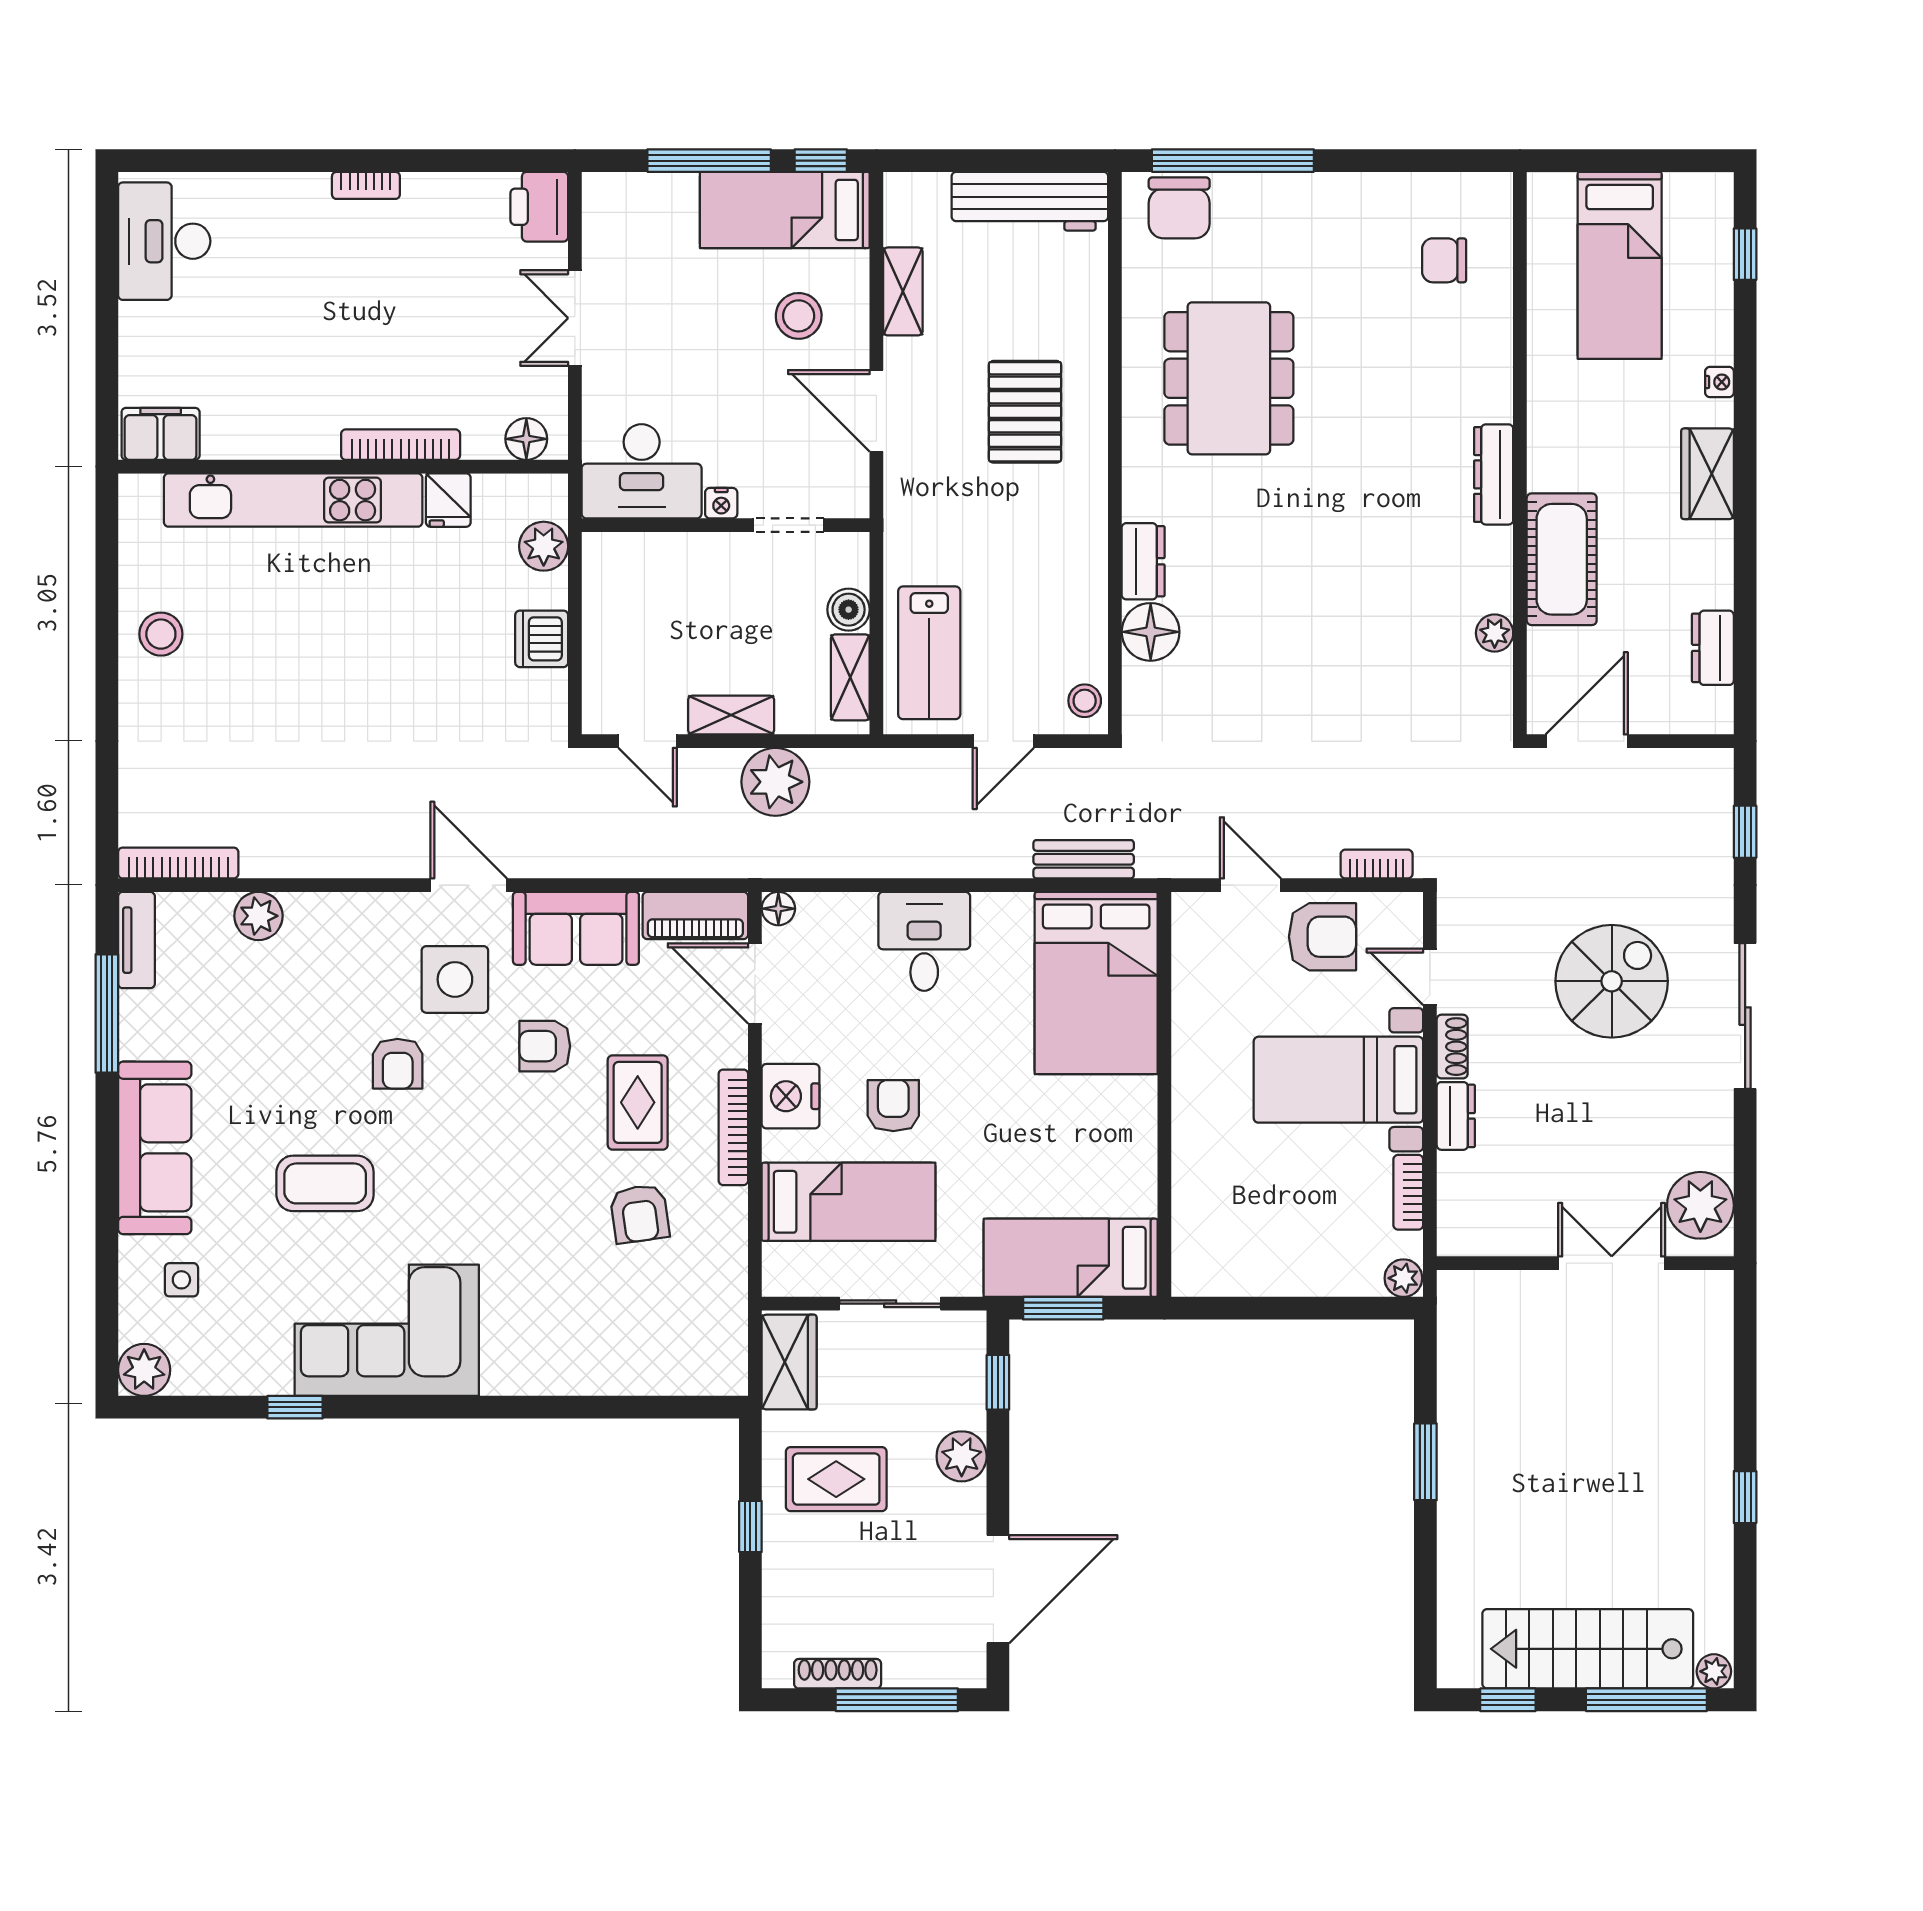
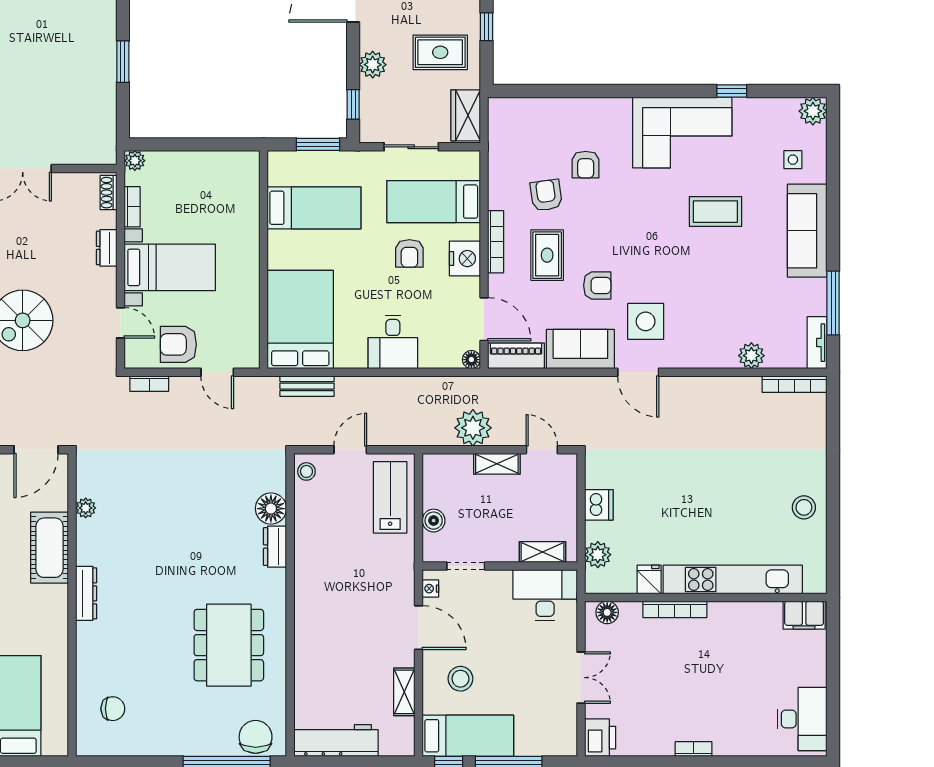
pallet: (1025, 412) -> (339, 627), removed
nightstand: (721, 503) -> (430, 589), moved, turned -90
shelving: (850, 677) -> (543, 552), moved, turned 90
shoe rack: (1452, 1047) -> (109, 193), moved
armchair: (398, 1064) -> (586, 165), moved, turned 180
bed: (1071, 1258) -> (314, 208), moved

